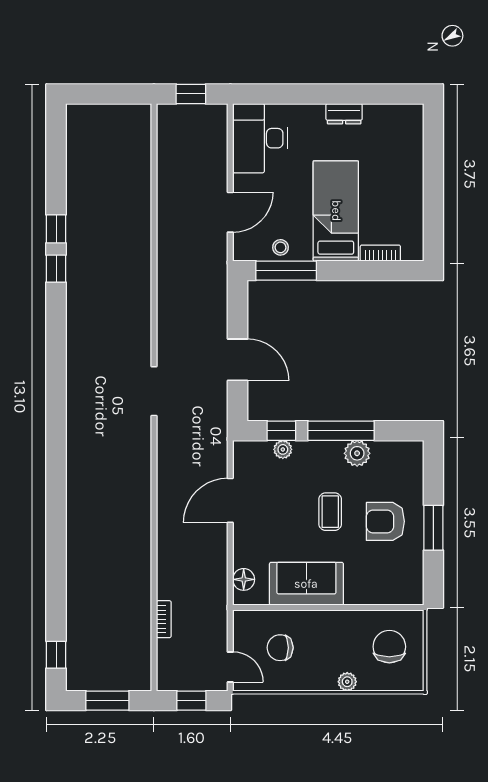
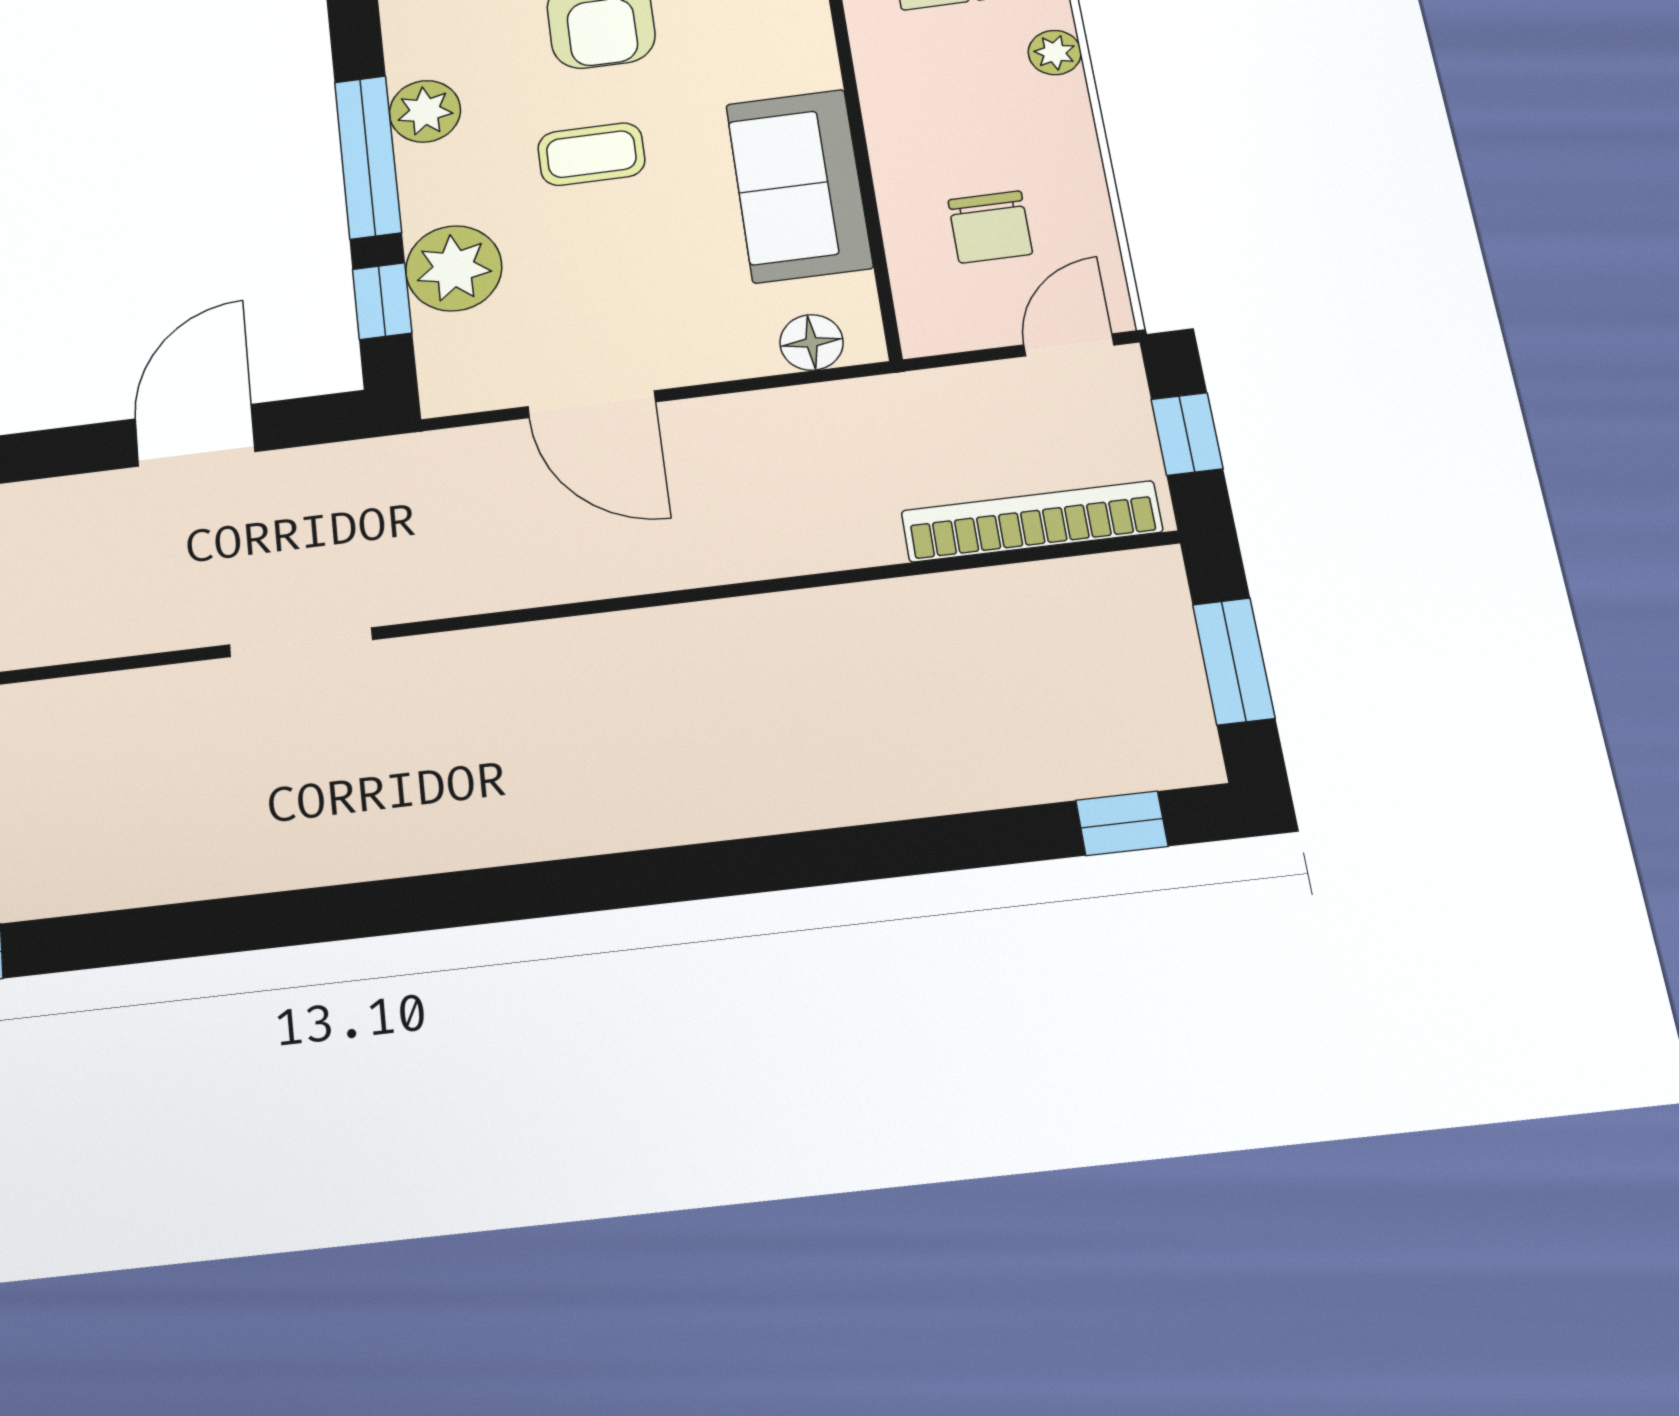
plant: (283, 449) -> (454, 268), width x1.88, depth x1.88
bookcase: (164, 619) -> (1032, 521), width x2.31, depth x1.31

